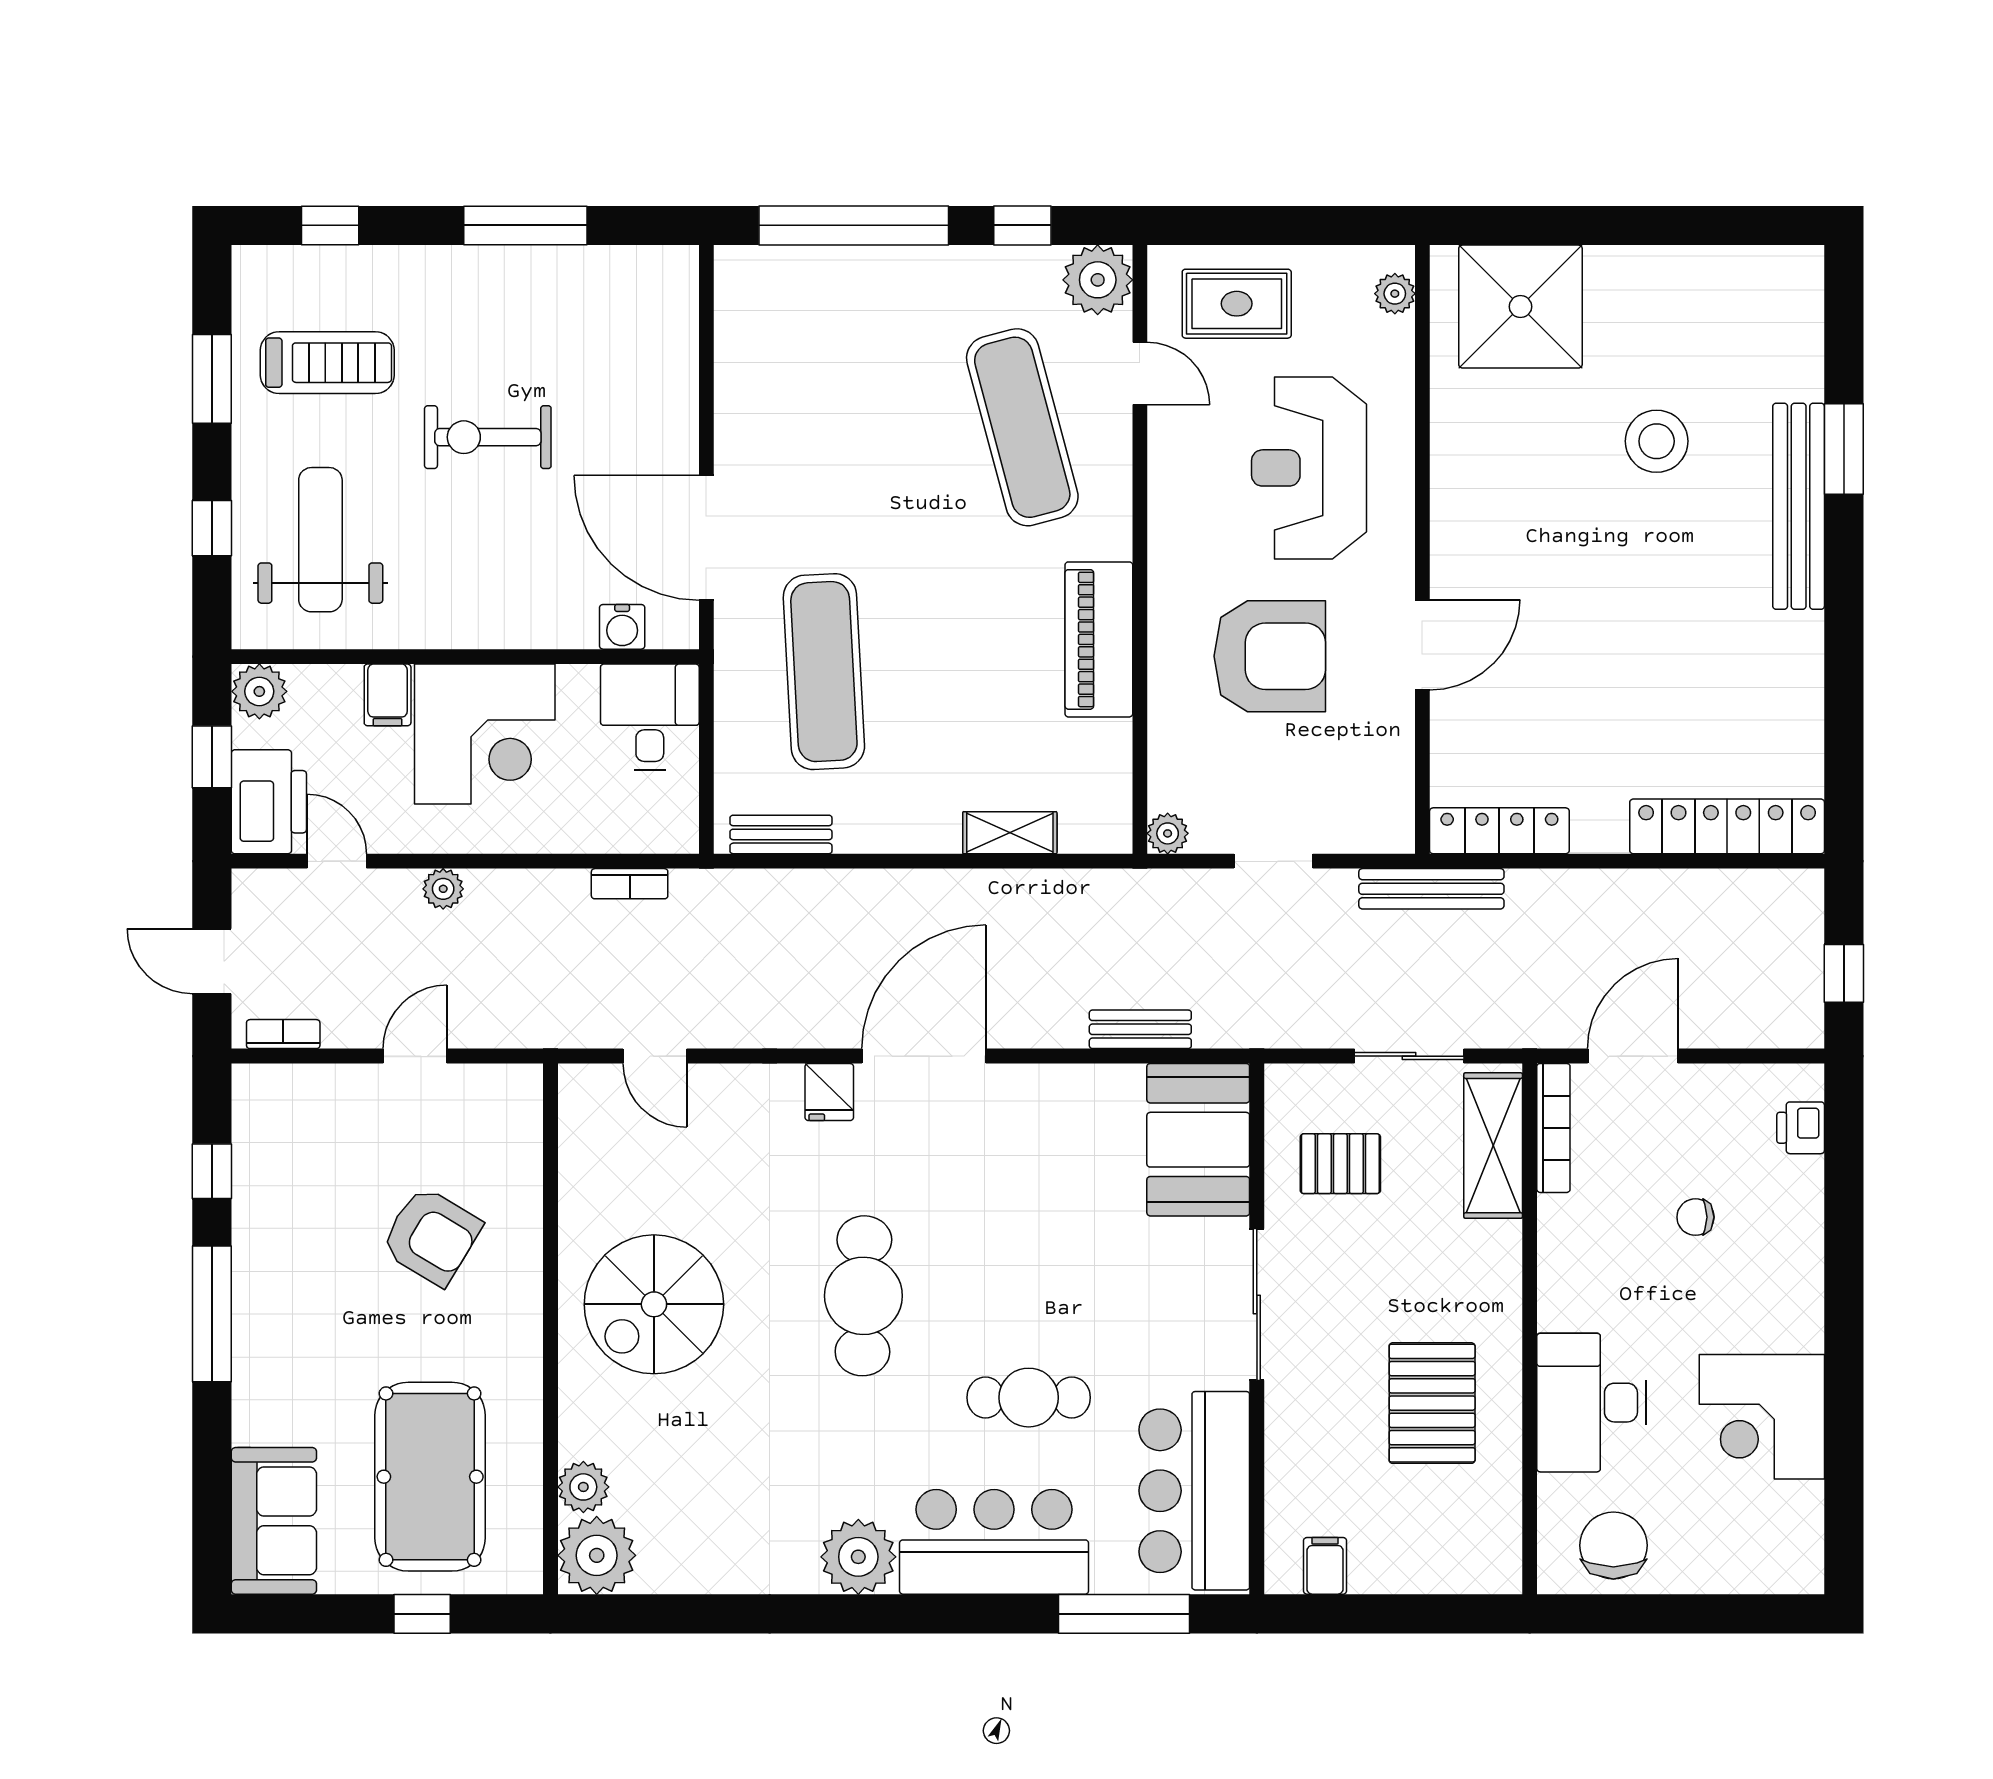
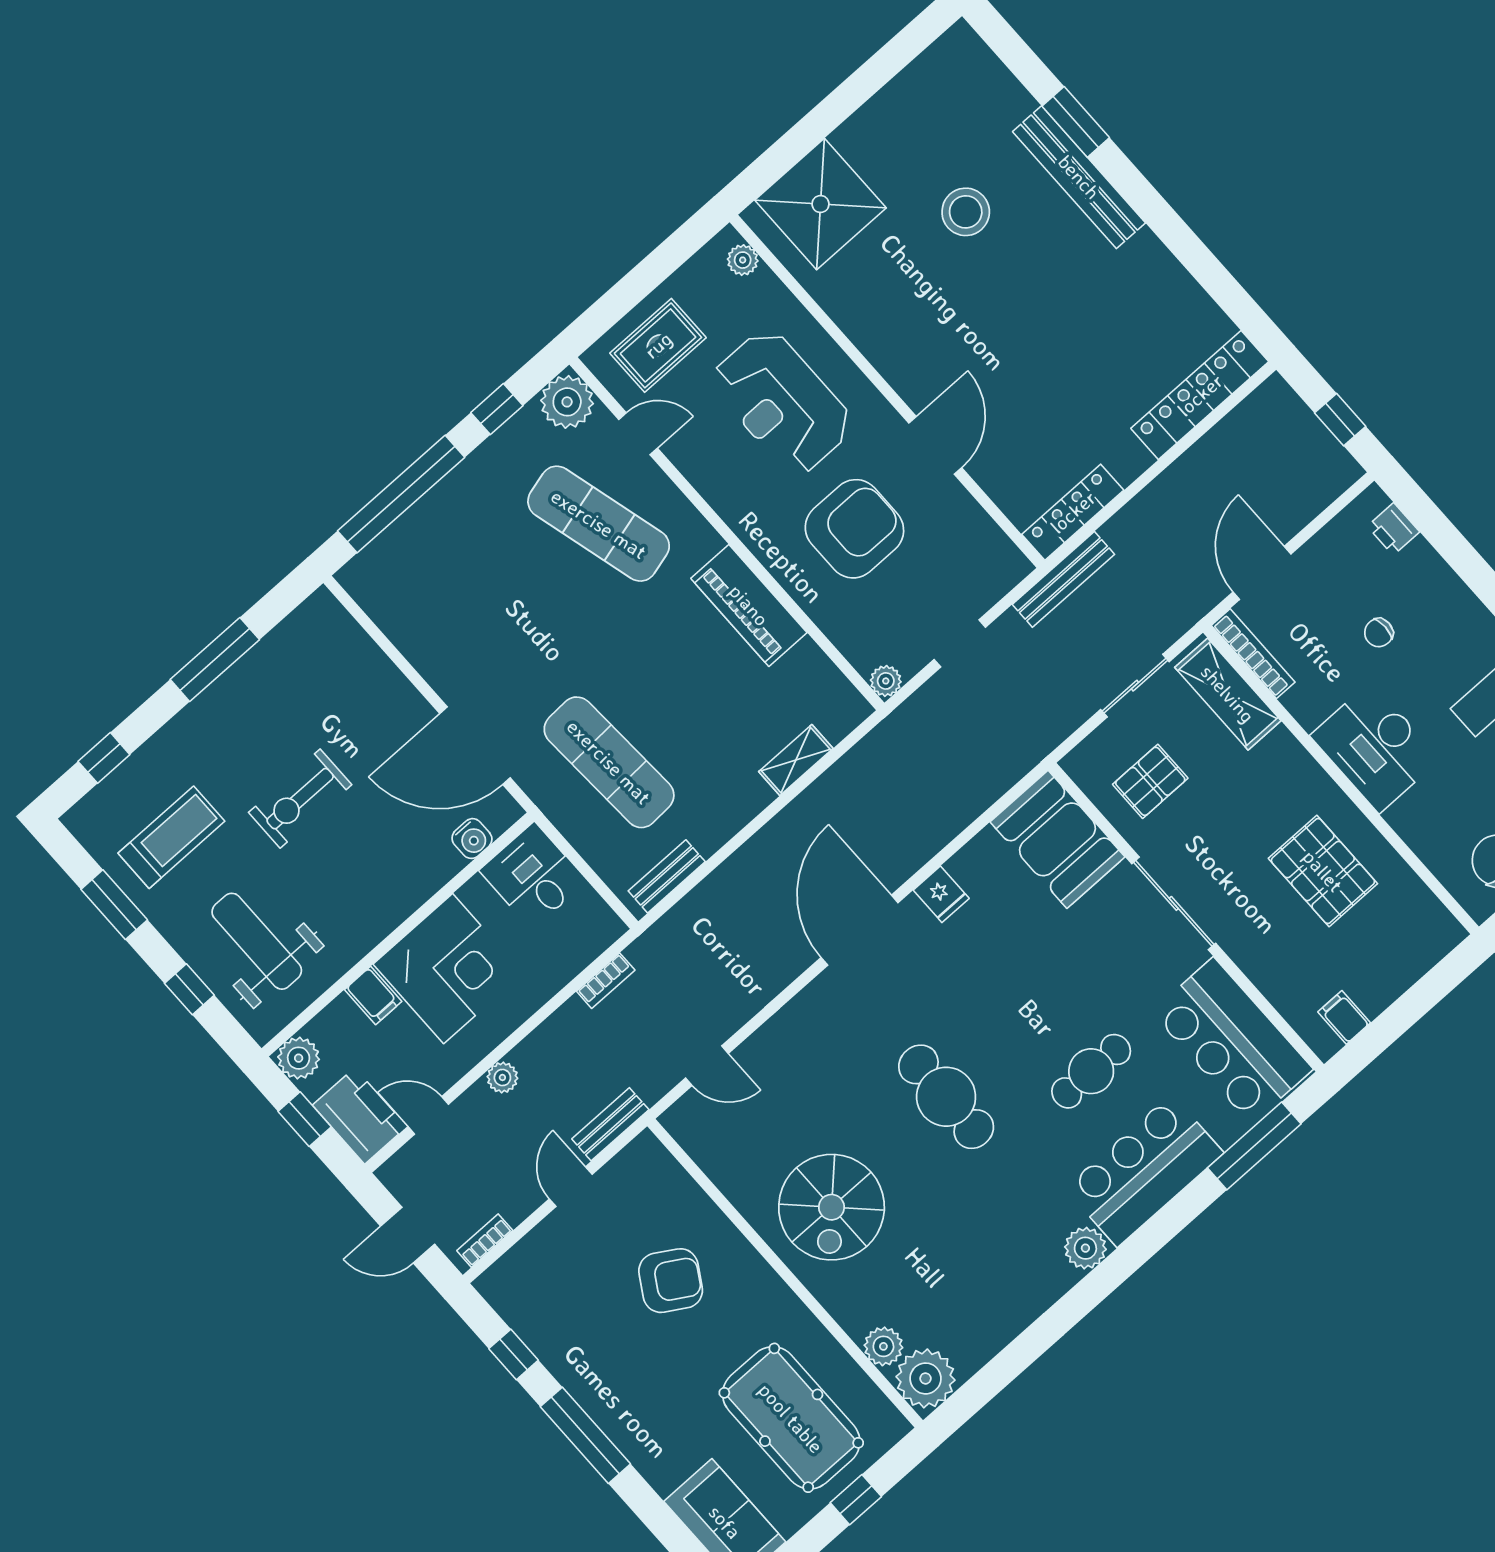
bench: (1140, 1029) -> (610, 1124), moved
fridge: (829, 1092) -> (941, 894), moved
desk: (1591, 1403) -> (1375, 747), moved
plant: (858, 1557) -> (1085, 1248), width x0.73, depth x0.73

